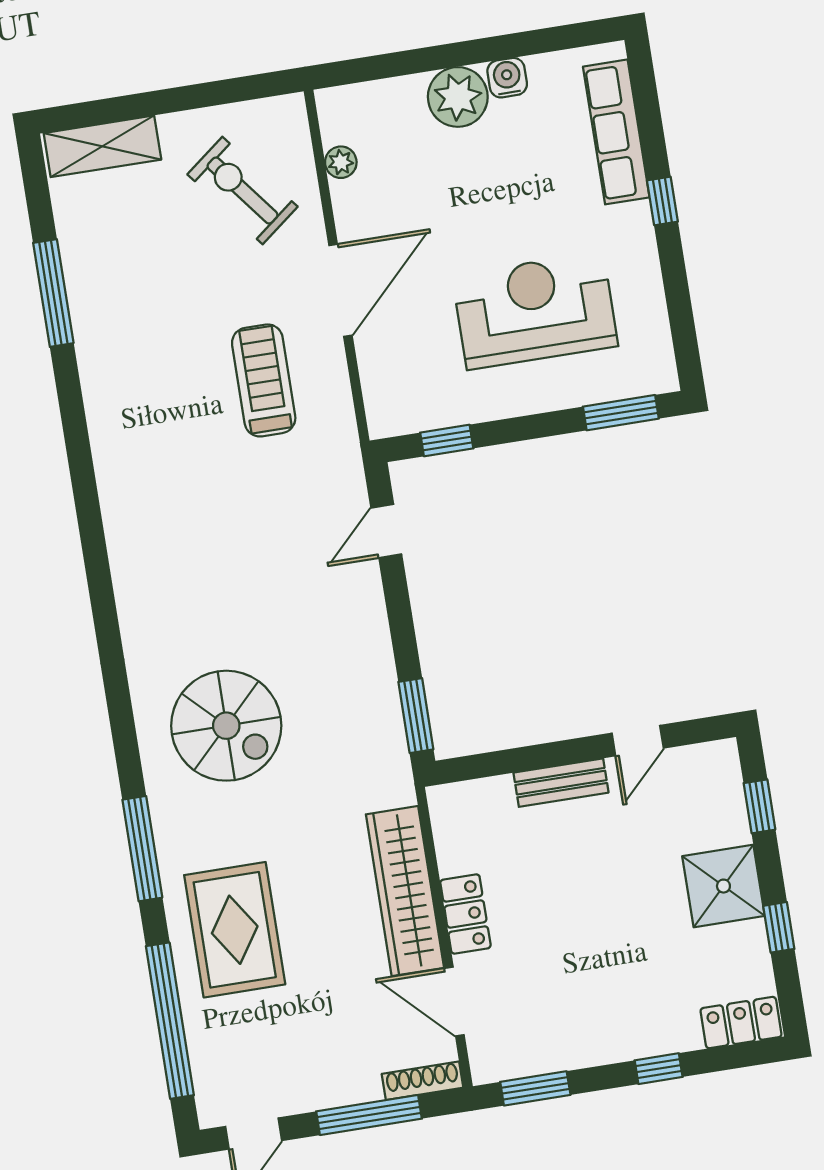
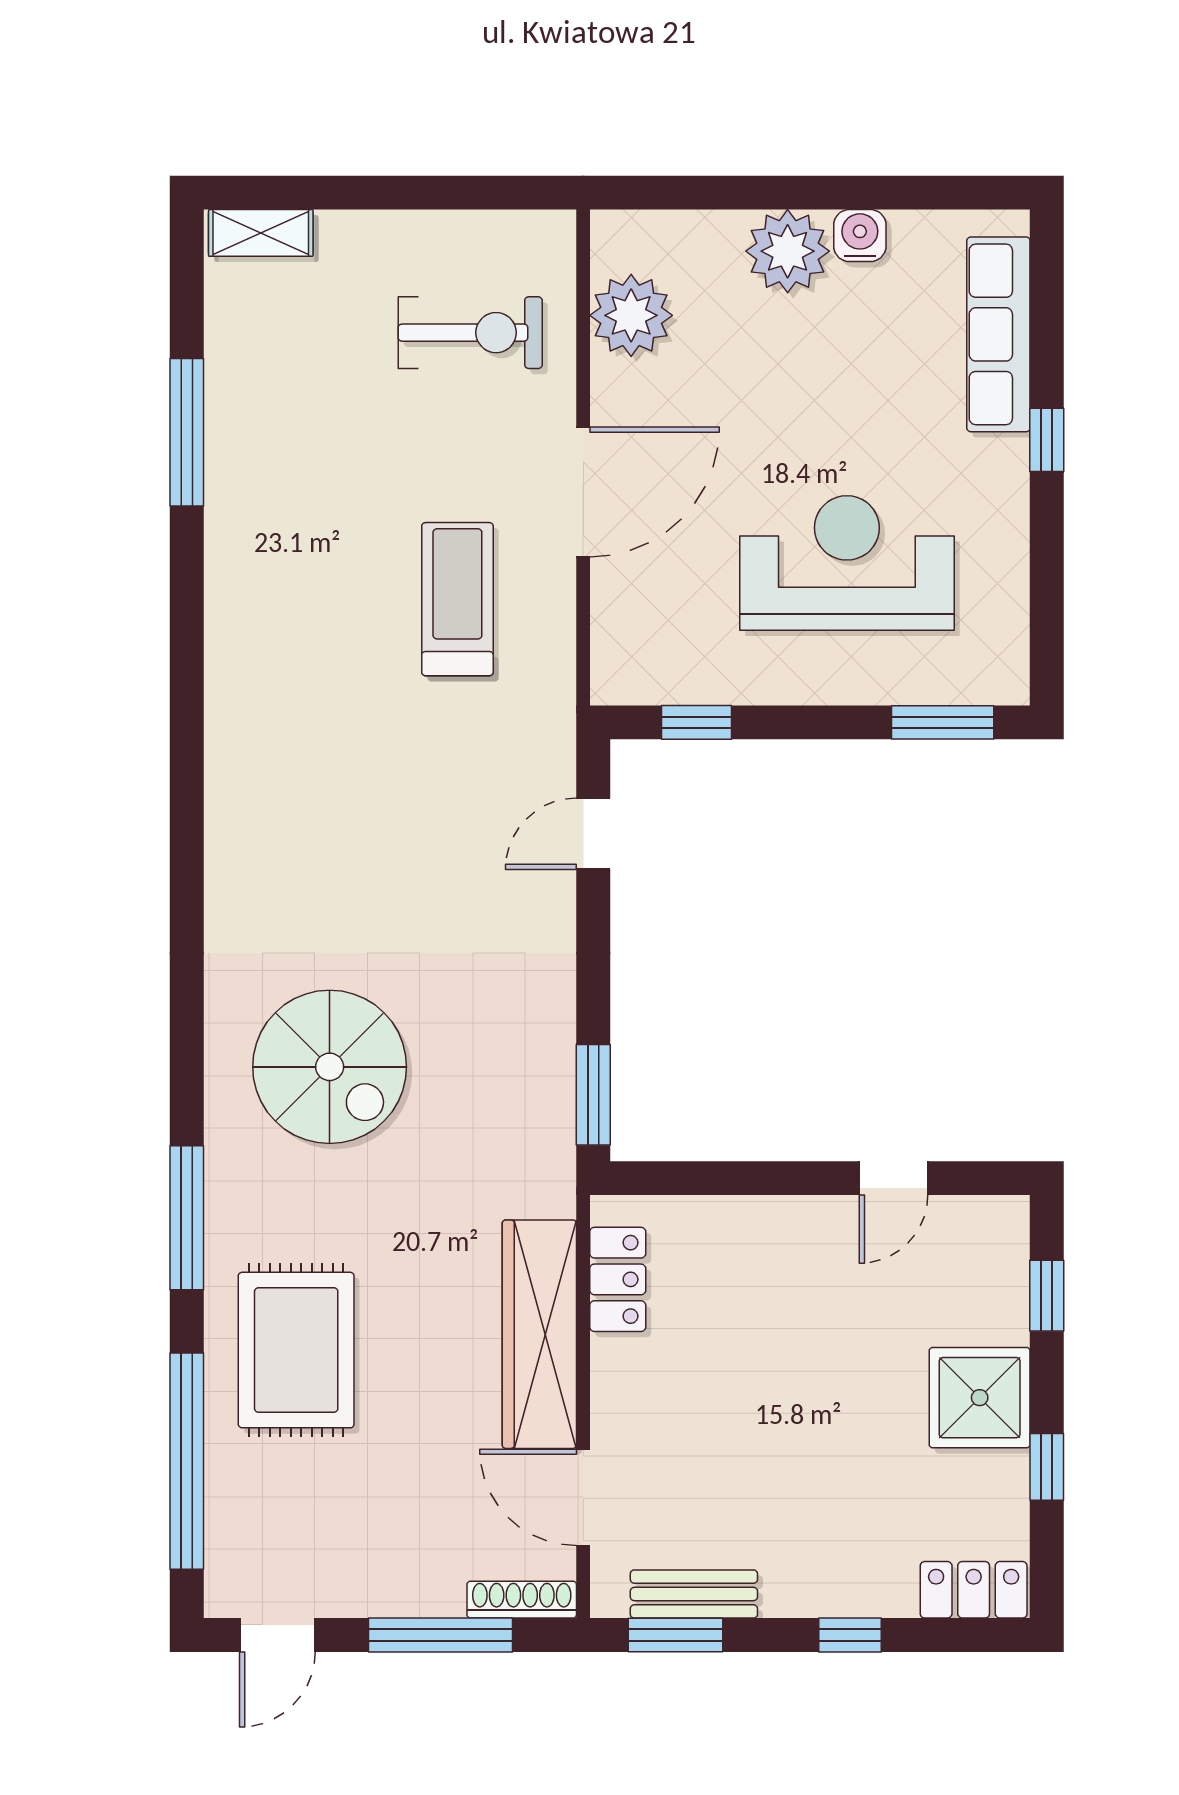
shelving: (102, 146) -> (261, 233), width x0.67, depth x0.75
plant: (341, 162) -> (631, 315), width x1.88, depth x1.88
exercise bike: (243, 190) -> (470, 333), turned 128
bench: (561, 783) -> (694, 1594), moved
locker: (465, 914) -> (618, 1279), moved

